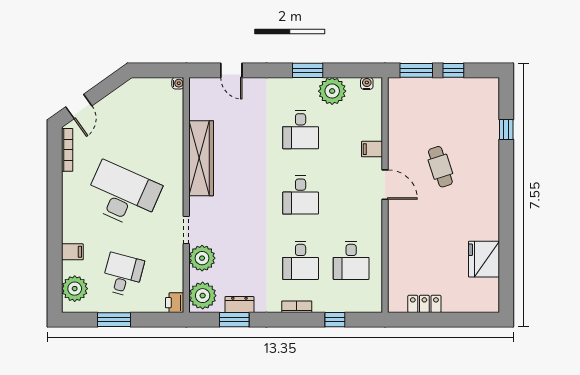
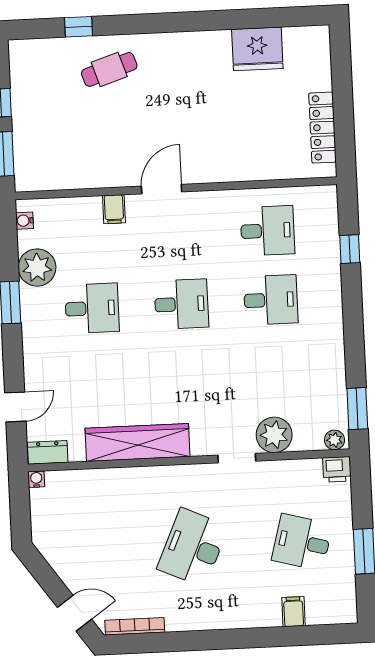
cafe table: (440, 167) -> (109, 69), moved
desk: (123, 195) -> (193, 547), width x0.73, depth x0.77
filing cabinet: (72, 252) -> (294, 612), moved
plant: (75, 289) -> (324, 607), removed
plant: (203, 296) -> (334, 440), width x0.53, depth x0.53
locker: (424, 304) -> (322, 128), width x1.53
dresser: (239, 305) -> (48, 452), moved, turned 90
bookcase: (297, 307) -> (335, 302), removed
window: (234, 320) -> (357, 409), moved

